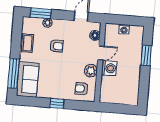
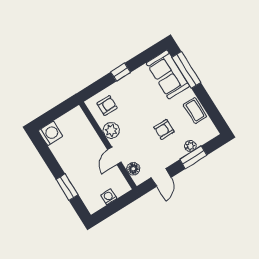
window: (41, 13) -> (193, 157), moved
washing machine: (109, 68) -> (50, 133), moved, turned 180

